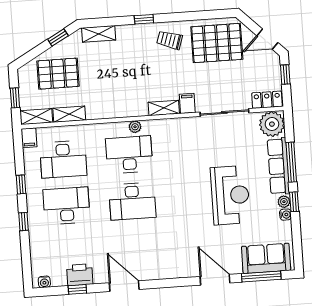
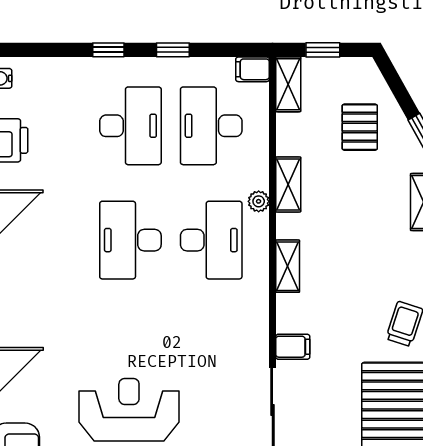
pallet: (58, 74) -> (360, 127), width x0.67, depth x0.71
shelving: (164, 108) -> (288, 266), moved
shelving: (69, 114) -> (288, 184), moved
plant: (135, 127) -> (259, 201), moved
reception desk: (230, 195) -> (129, 410), turned 180

